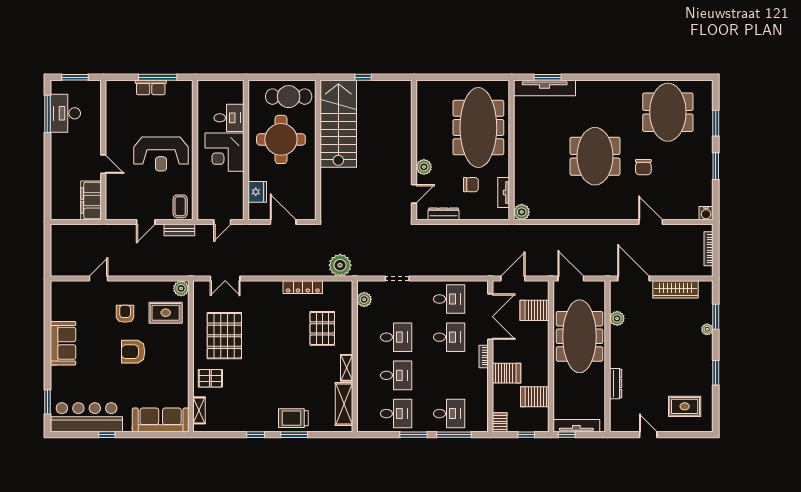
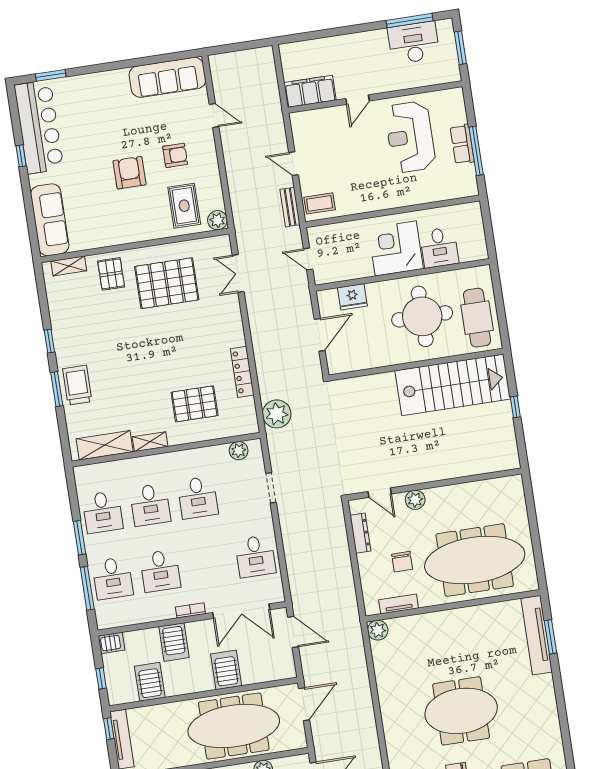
reception desk: (161, 154) -> (410, 137), moved
server rack: (535, 310) -> (226, 670), moved
desk: (449, 337) -> (160, 571), moved
sofa: (63, 343) -> (167, 77), moved, width x1.36

